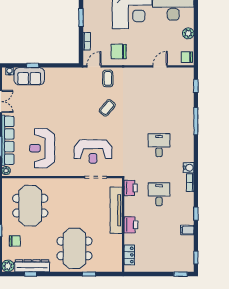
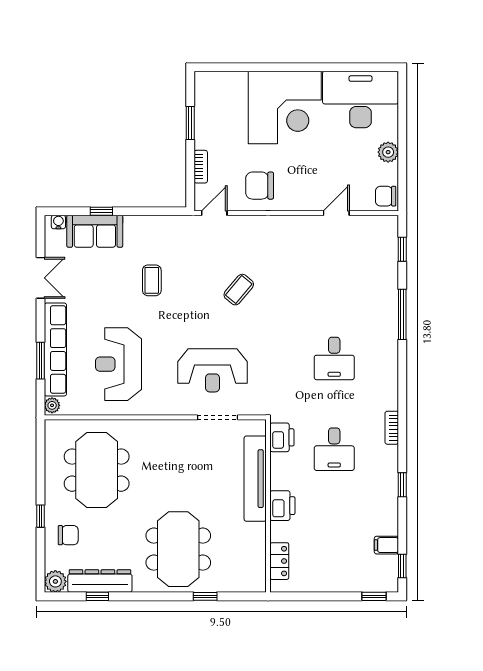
coffee table: (108, 78) -> (152, 280), moved
desk: (159, 145) -> (334, 358), turned 180
water cooler: (189, 168) -> (389, 400), removed
desk: (159, 194) -> (334, 449), turned 180
filing cabinet: (187, 230) -> (386, 545), moved

